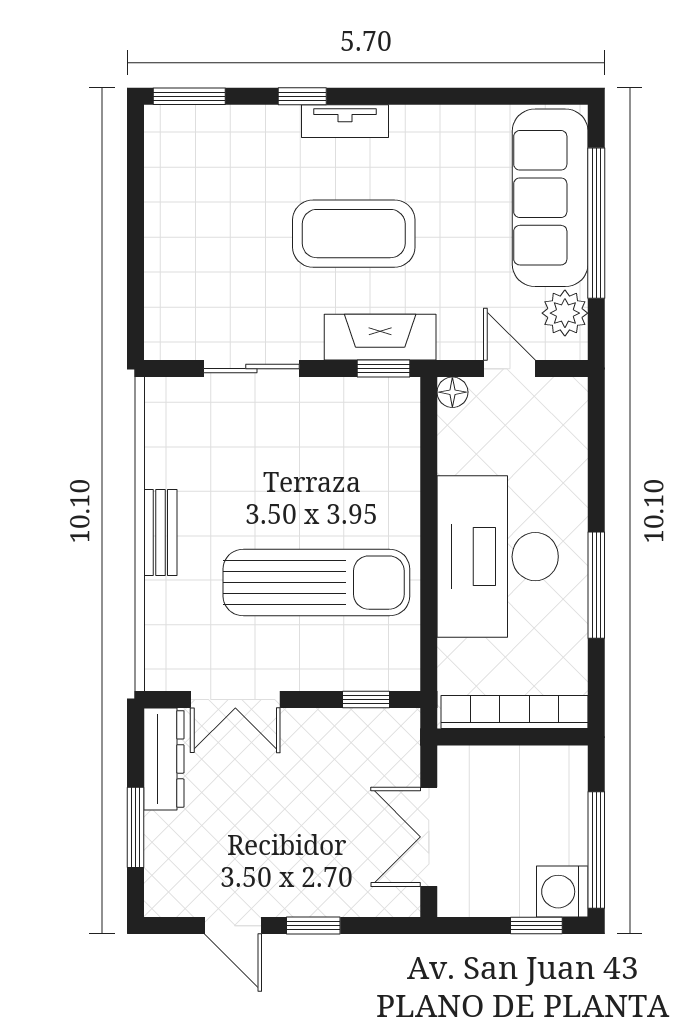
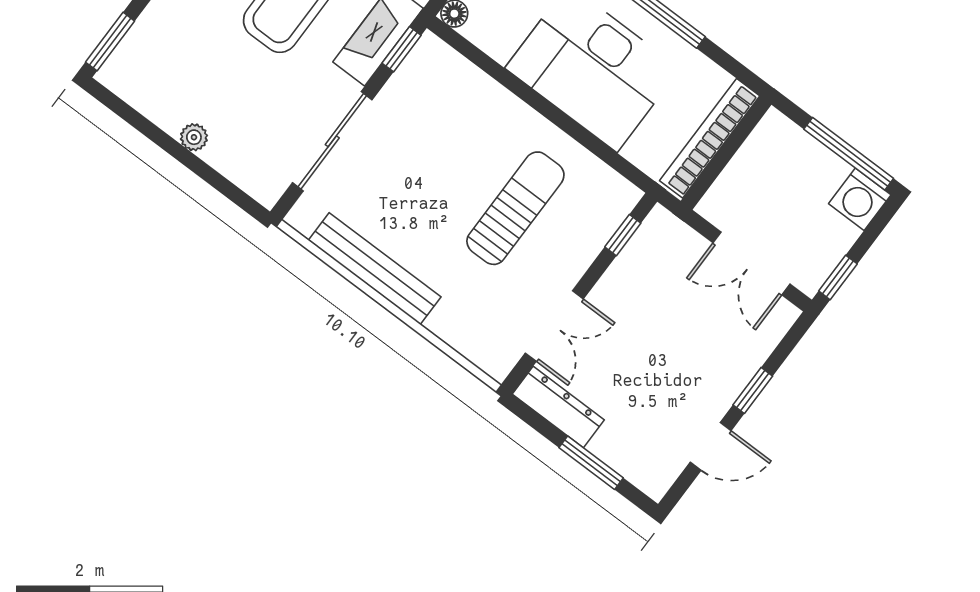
plant: (160, 239) -> (194, 137), added
sliding door: (251, 369) -> (332, 141), width x1.37
bench: (160, 533) -> (375, 269), width x1.86, depth x1.21
sun lounger: (316, 583) -> (515, 208), width x0.73, depth x0.75
window: (536, 926) -> (838, 277), moved

